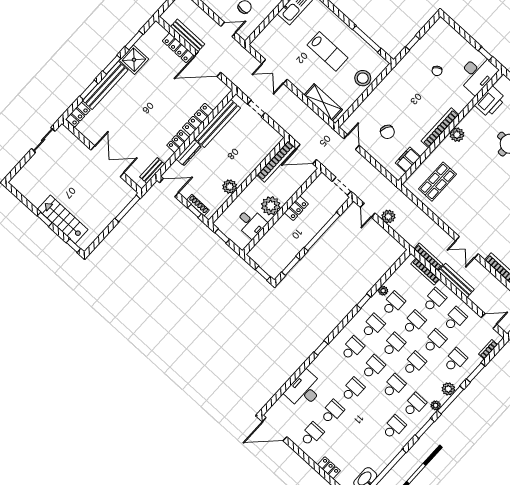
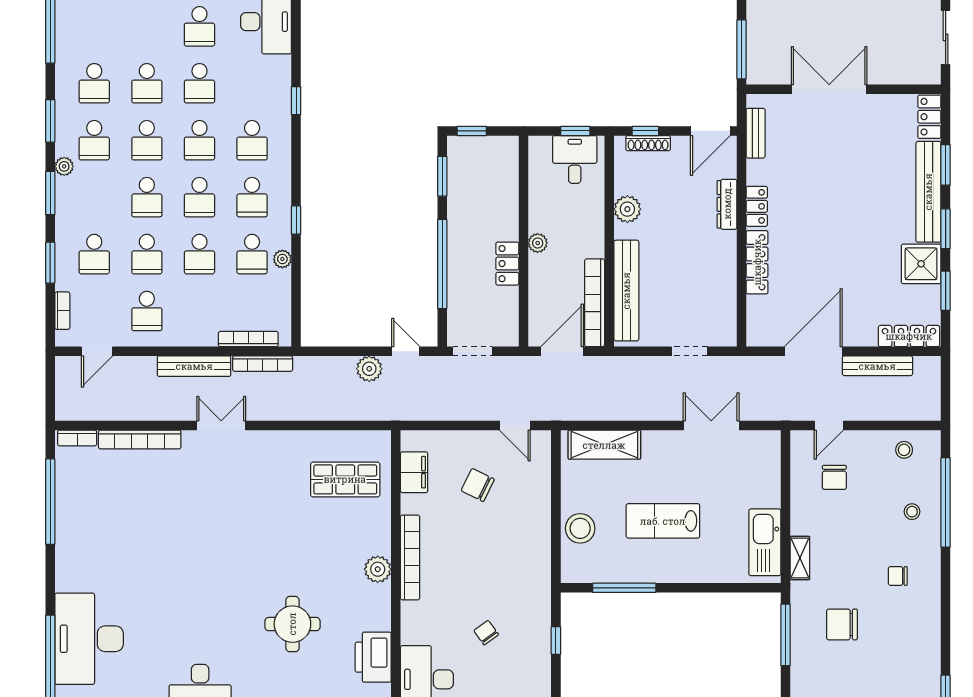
locker: (178, 48) -> (909, 336), moved
bench: (218, 123) -> (626, 291), moved
double door: (107, 161) -> (829, 89), swing flipped
shop shelf: (437, 182) -> (345, 479), turned 90
plant: (271, 206) -> (538, 243), width x0.53, depth x0.53
desk: (251, 223) -> (575, 159), moved, turned 90
school desk: (434, 300) -> (147, 83), moved
plant: (448, 389) -> (67, 205), removed
window: (451, 400) -> (50, 193), width x0.69

